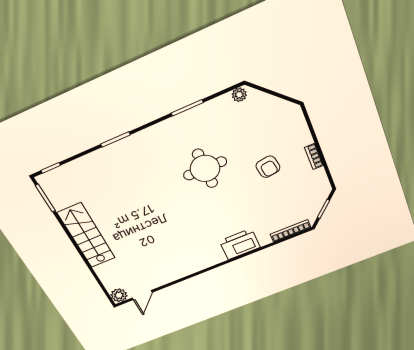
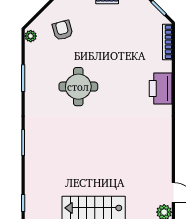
armchair: (268, 167) -> (63, 30), moved, turned -96

